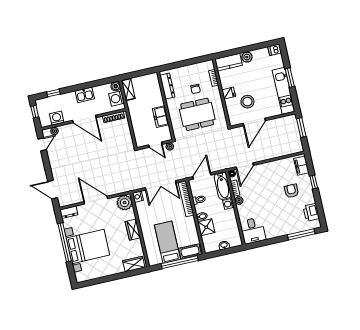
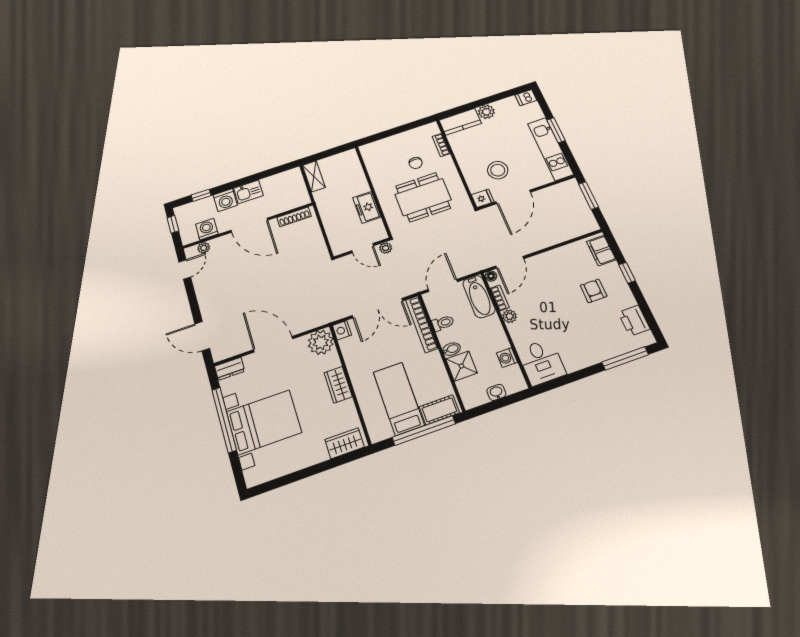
boiler: (116, 86) -> (295, 174), removed
dresser: (167, 86) -> (372, 164), removed
fridge: (229, 93) -> (483, 198), moved
washing machine: (117, 98) -> (225, 200), moved, turned -90
washing machine: (228, 204) -> (507, 358), moved

